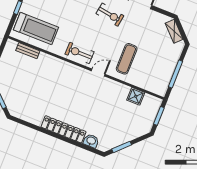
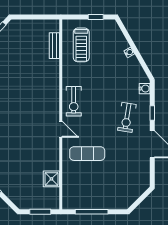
treadmill: (36, 29) -> (81, 45), width x0.73, depth x0.73
shelving: (174, 31) -> (136, 192), removed
exercise bike: (80, 53) -> (74, 101), turned 180

